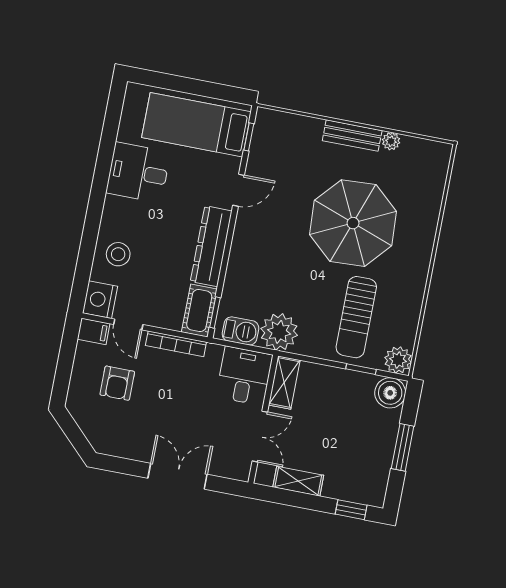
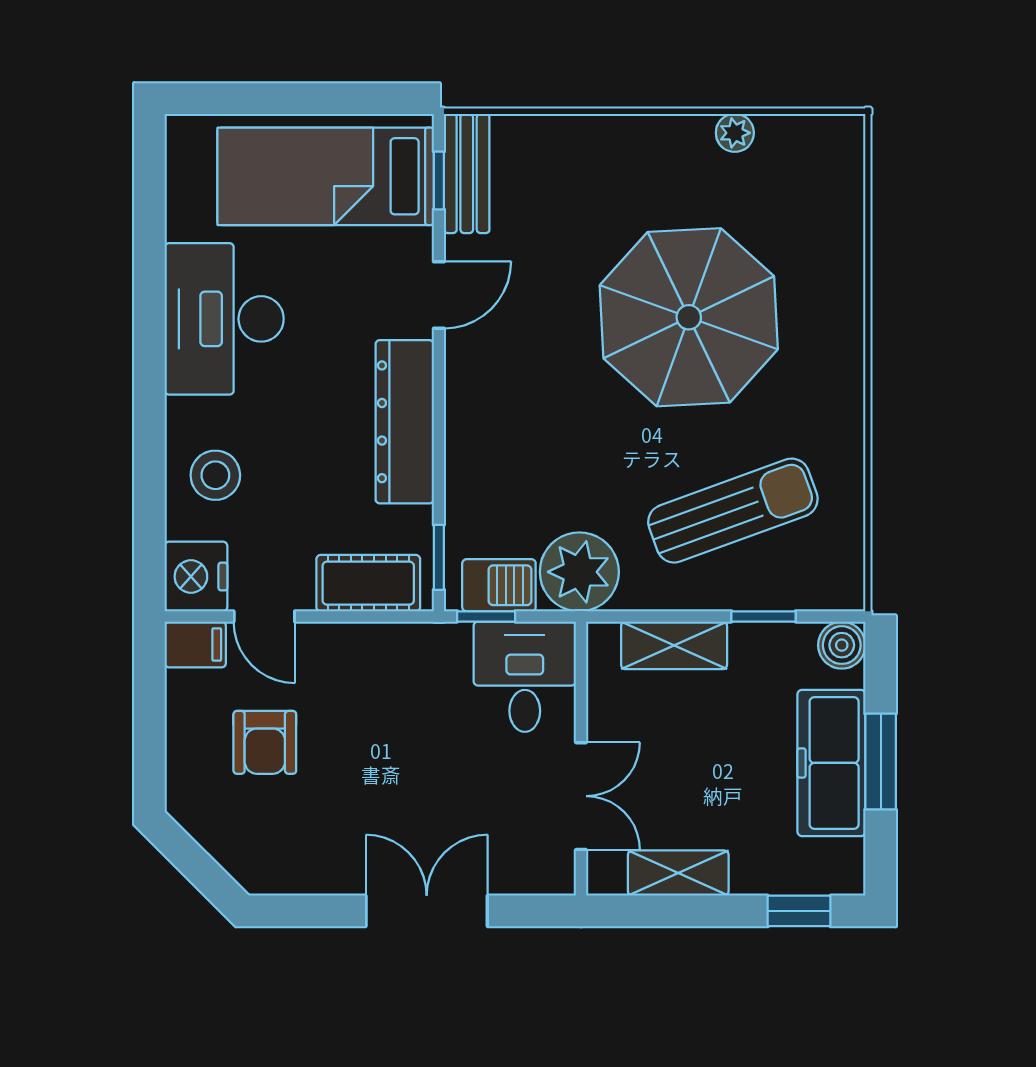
bench: (352, 136) -> (467, 173), moved, turned 90
desk: (138, 173) -> (224, 319), width x1.37
cot: (199, 311) -> (368, 583), moved, turned 90
sun lounger: (356, 317) -> (733, 511), turned -110
bookcase: (176, 344) -> (371, 637), removed
window: (232, 344) -> (486, 616), added
plant: (398, 360) -> (837, 583), removed
shelving: (284, 382) -> (674, 645), moved, turned 90
boiler: (390, 393) -> (842, 645), width x0.73, depth x0.73
freezer: (380, 444) -> (831, 763), added

